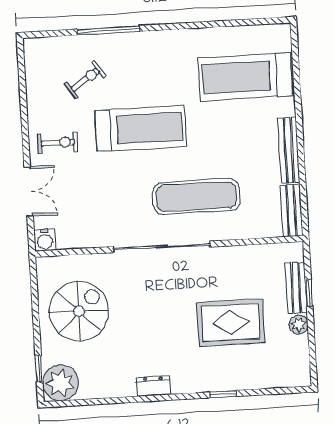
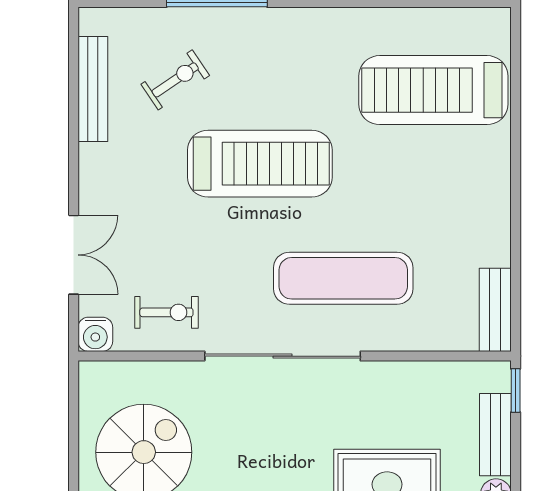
exercise bike: (58, 143) -> (166, 312), moved
bench: (289, 150) -> (93, 89), moved
window: (309, 293) -> (516, 391), moved

